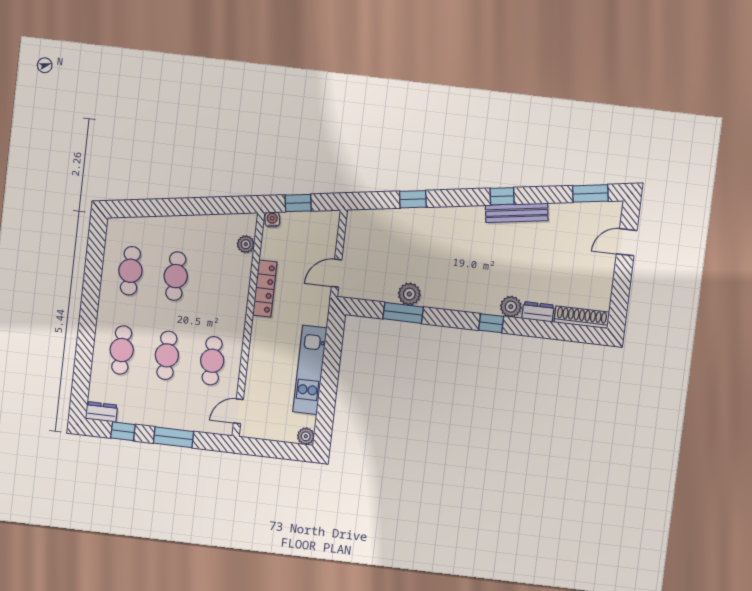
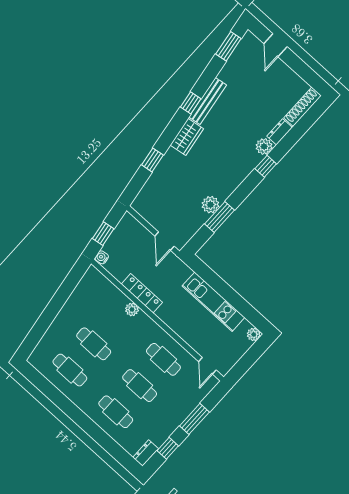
wardrobe: (463, 218) -> (187, 137), added
plant: (246, 244) -> (132, 309), moved

